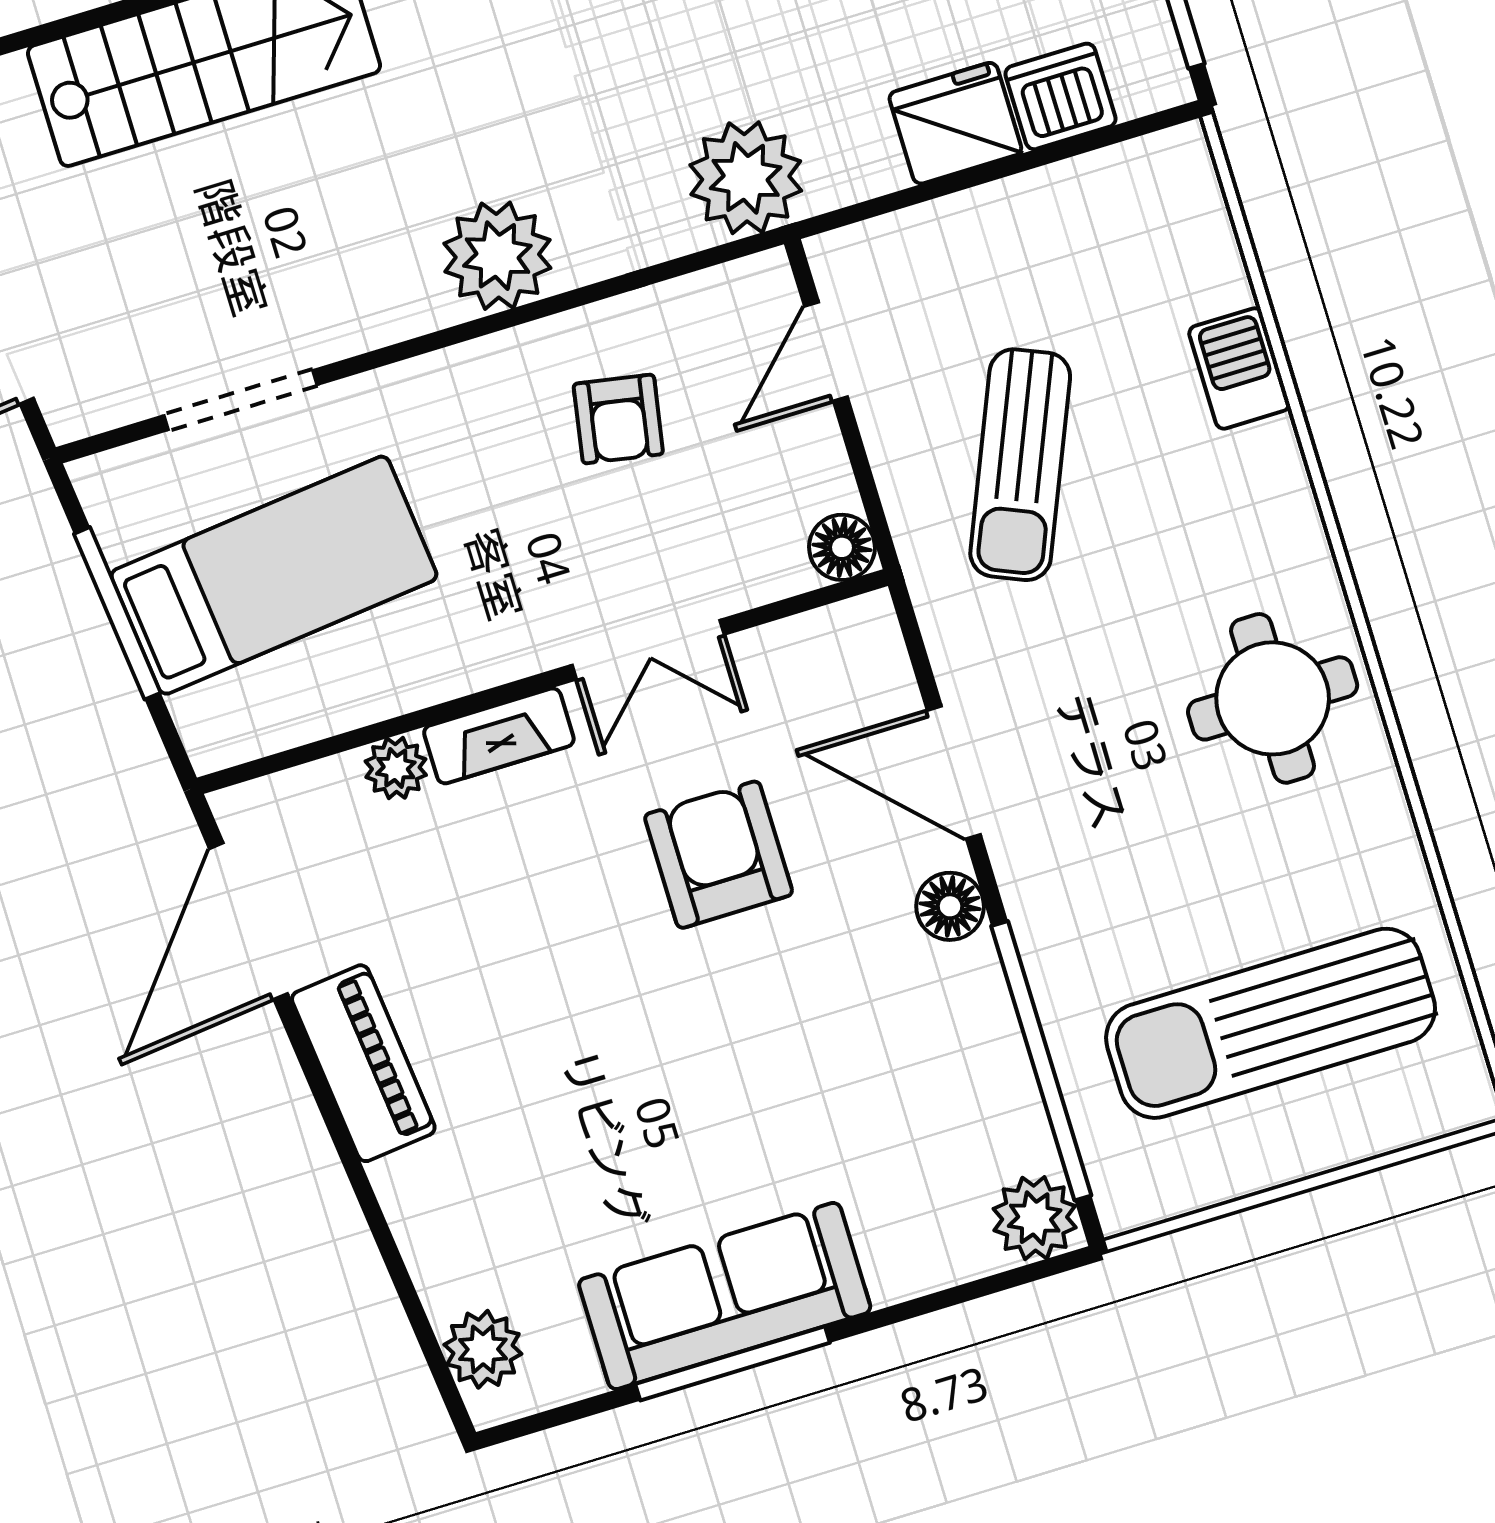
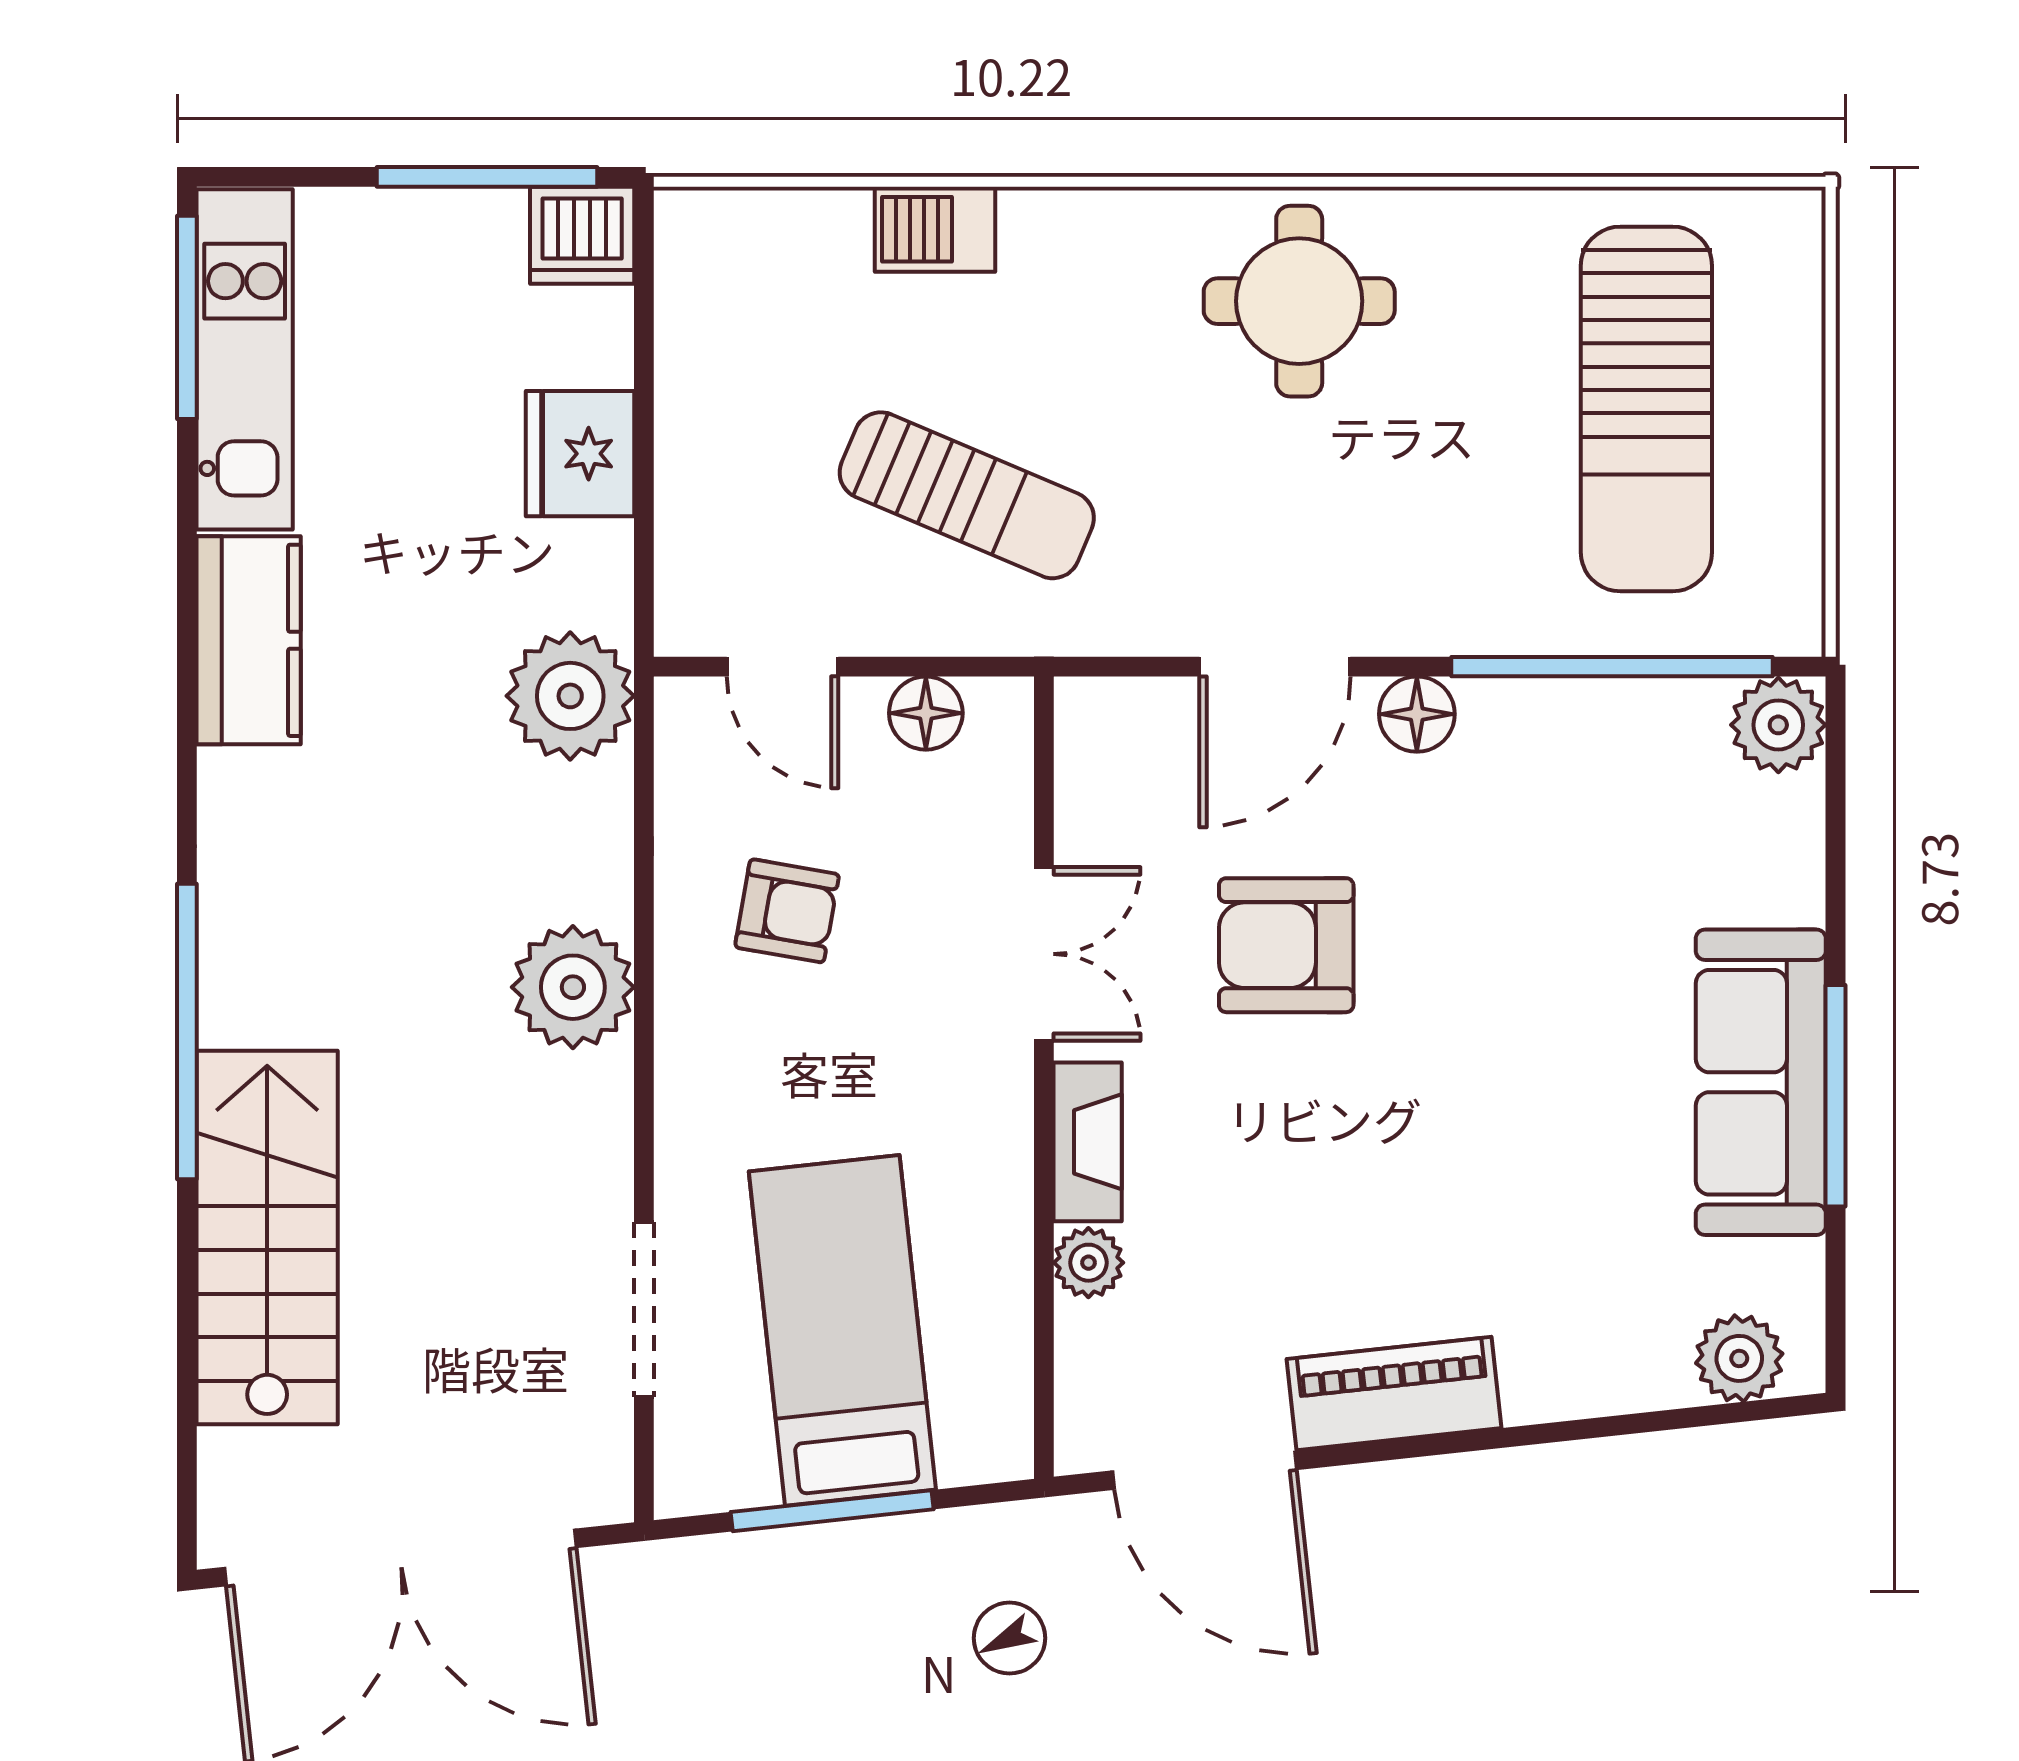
dishwasher: (1061, 96) -> (582, 235), moved, turned -90
floor lamp: (842, 547) -> (926, 713), moved

